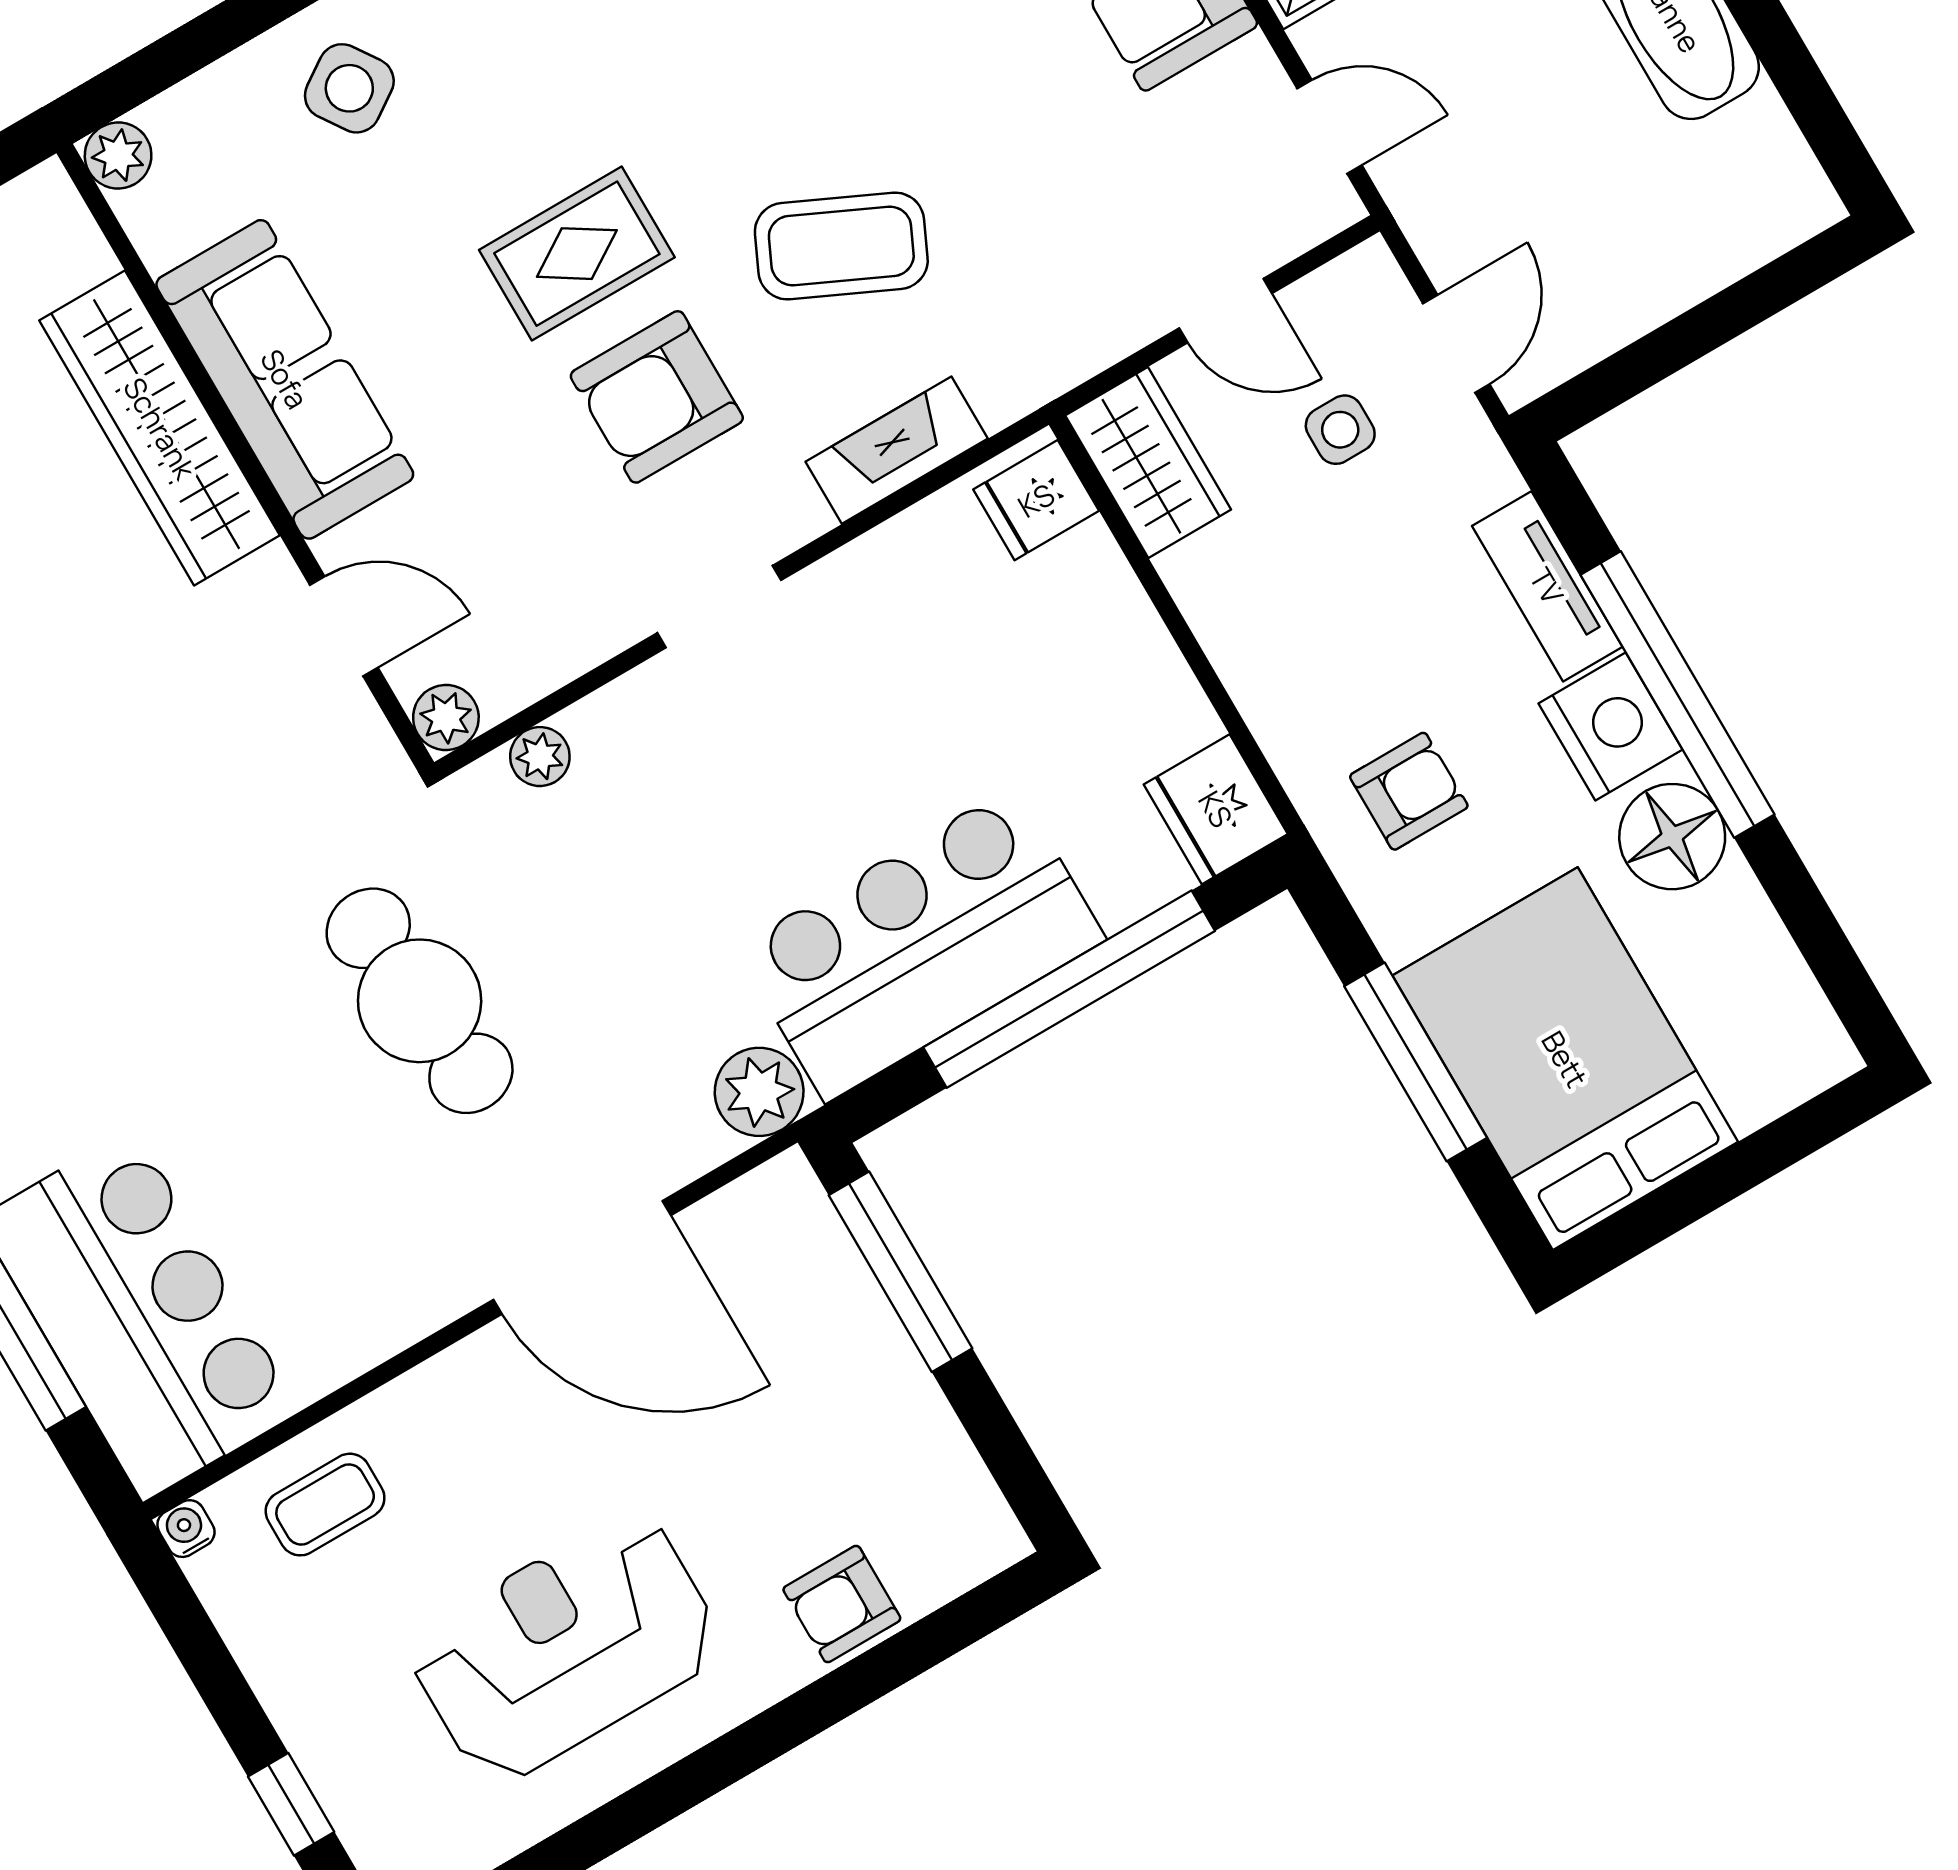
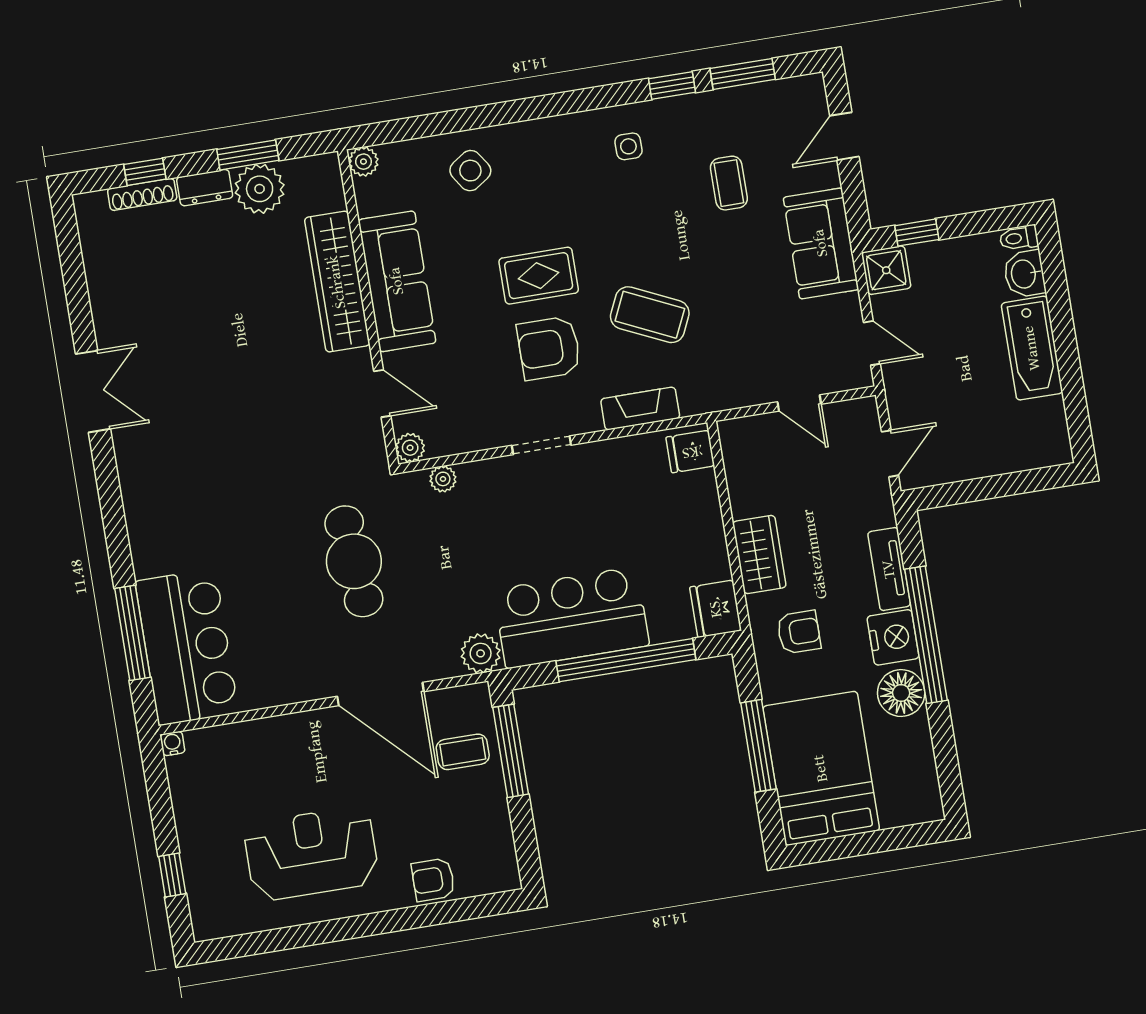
side table: (1340, 430) -> (828, 471), removed
wardrobe: (1148, 463) -> (759, 554), moved
coffee table: (325, 1505) -> (463, 752), moved

